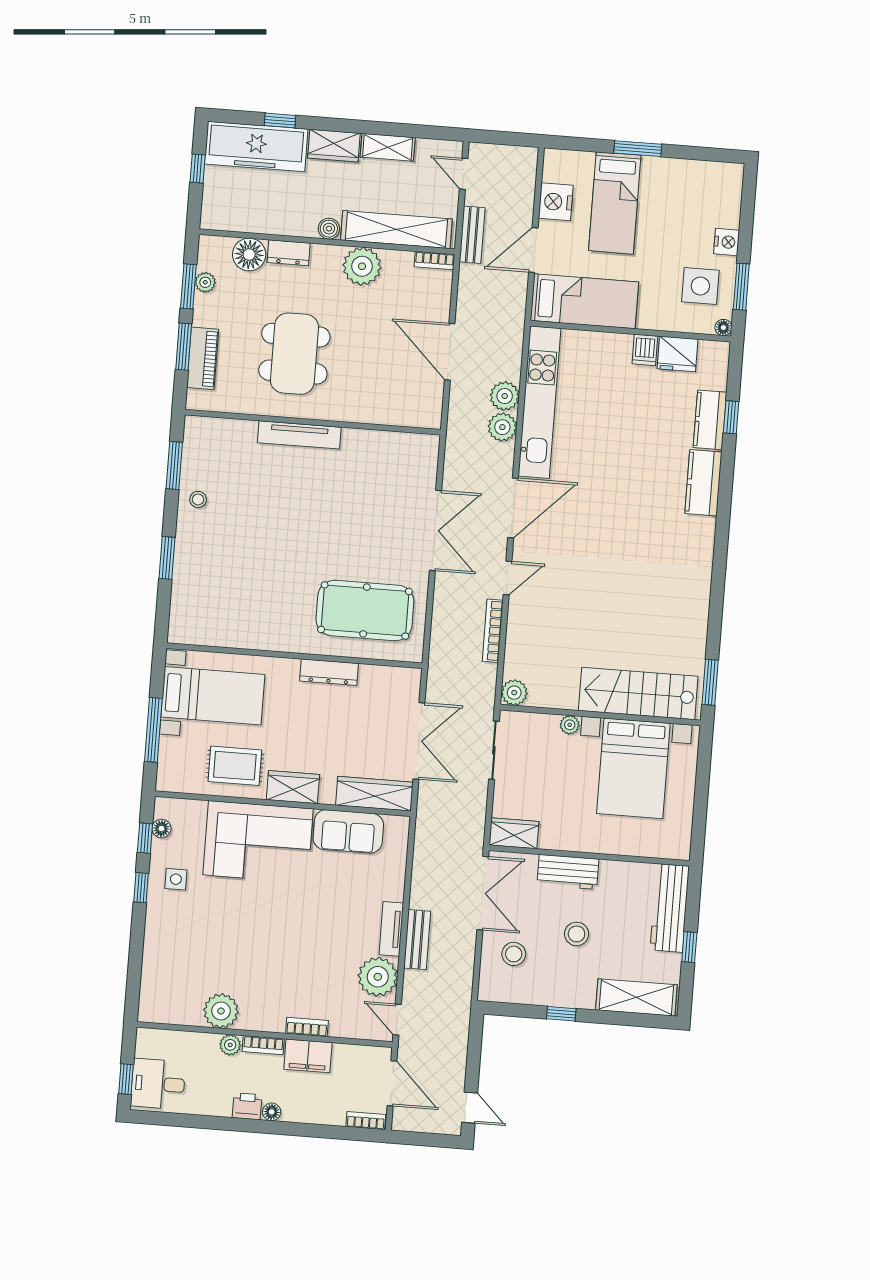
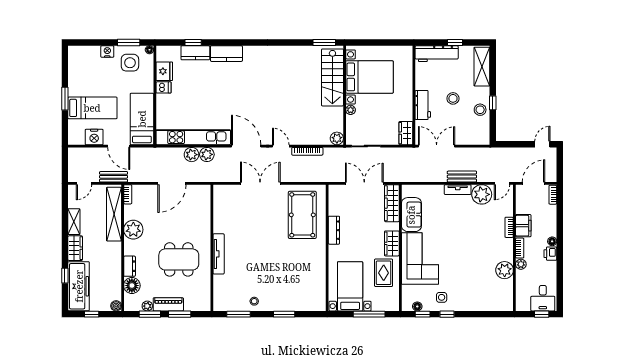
boiler: (329, 229) -> (116, 306), moved
piano: (203, 358) -> (168, 304), moved
stool: (514, 954) -> (480, 110), moved

